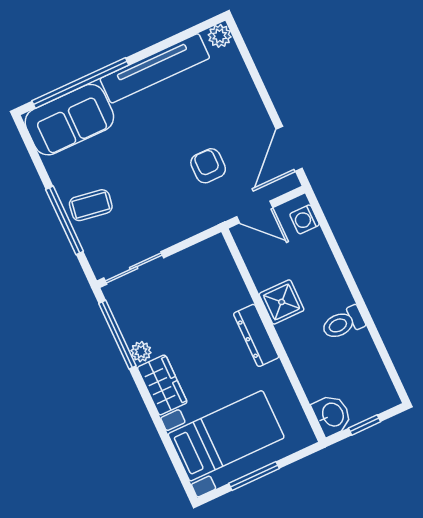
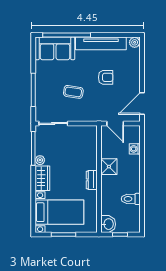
armchair: (208, 166) -> (106, 77), moved, turned 90
coffee table: (91, 205) -> (73, 92), moved
washing machine: (305, 219) -> (135, 149), moved
toilet: (343, 323) -> (131, 199), moved
dresser: (256, 335) -> (92, 180), width x0.70

